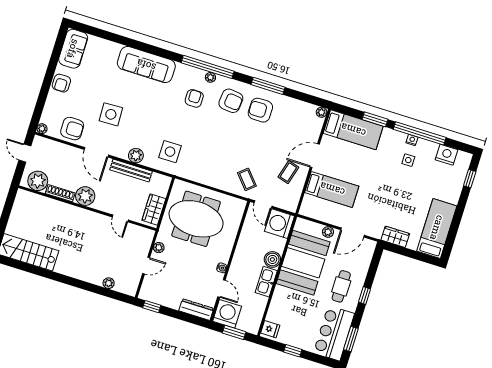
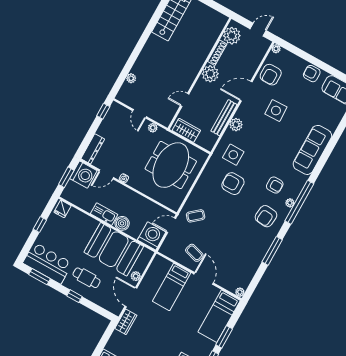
armchair: (260, 110) -> (233, 184), moved, turned -90
wardrobe: (395, 237) -> (126, 322), moved

